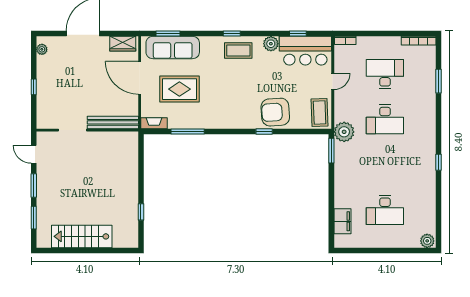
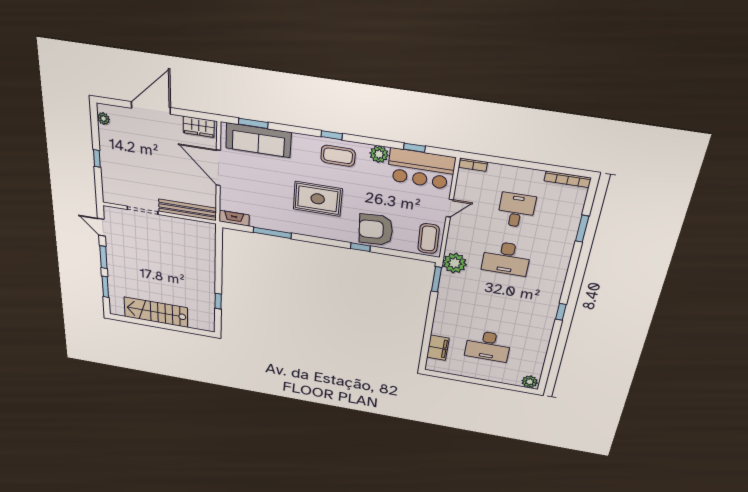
desk: (385, 74) -> (516, 210), width x0.73
rug: (179, 89) -> (318, 199), moved

